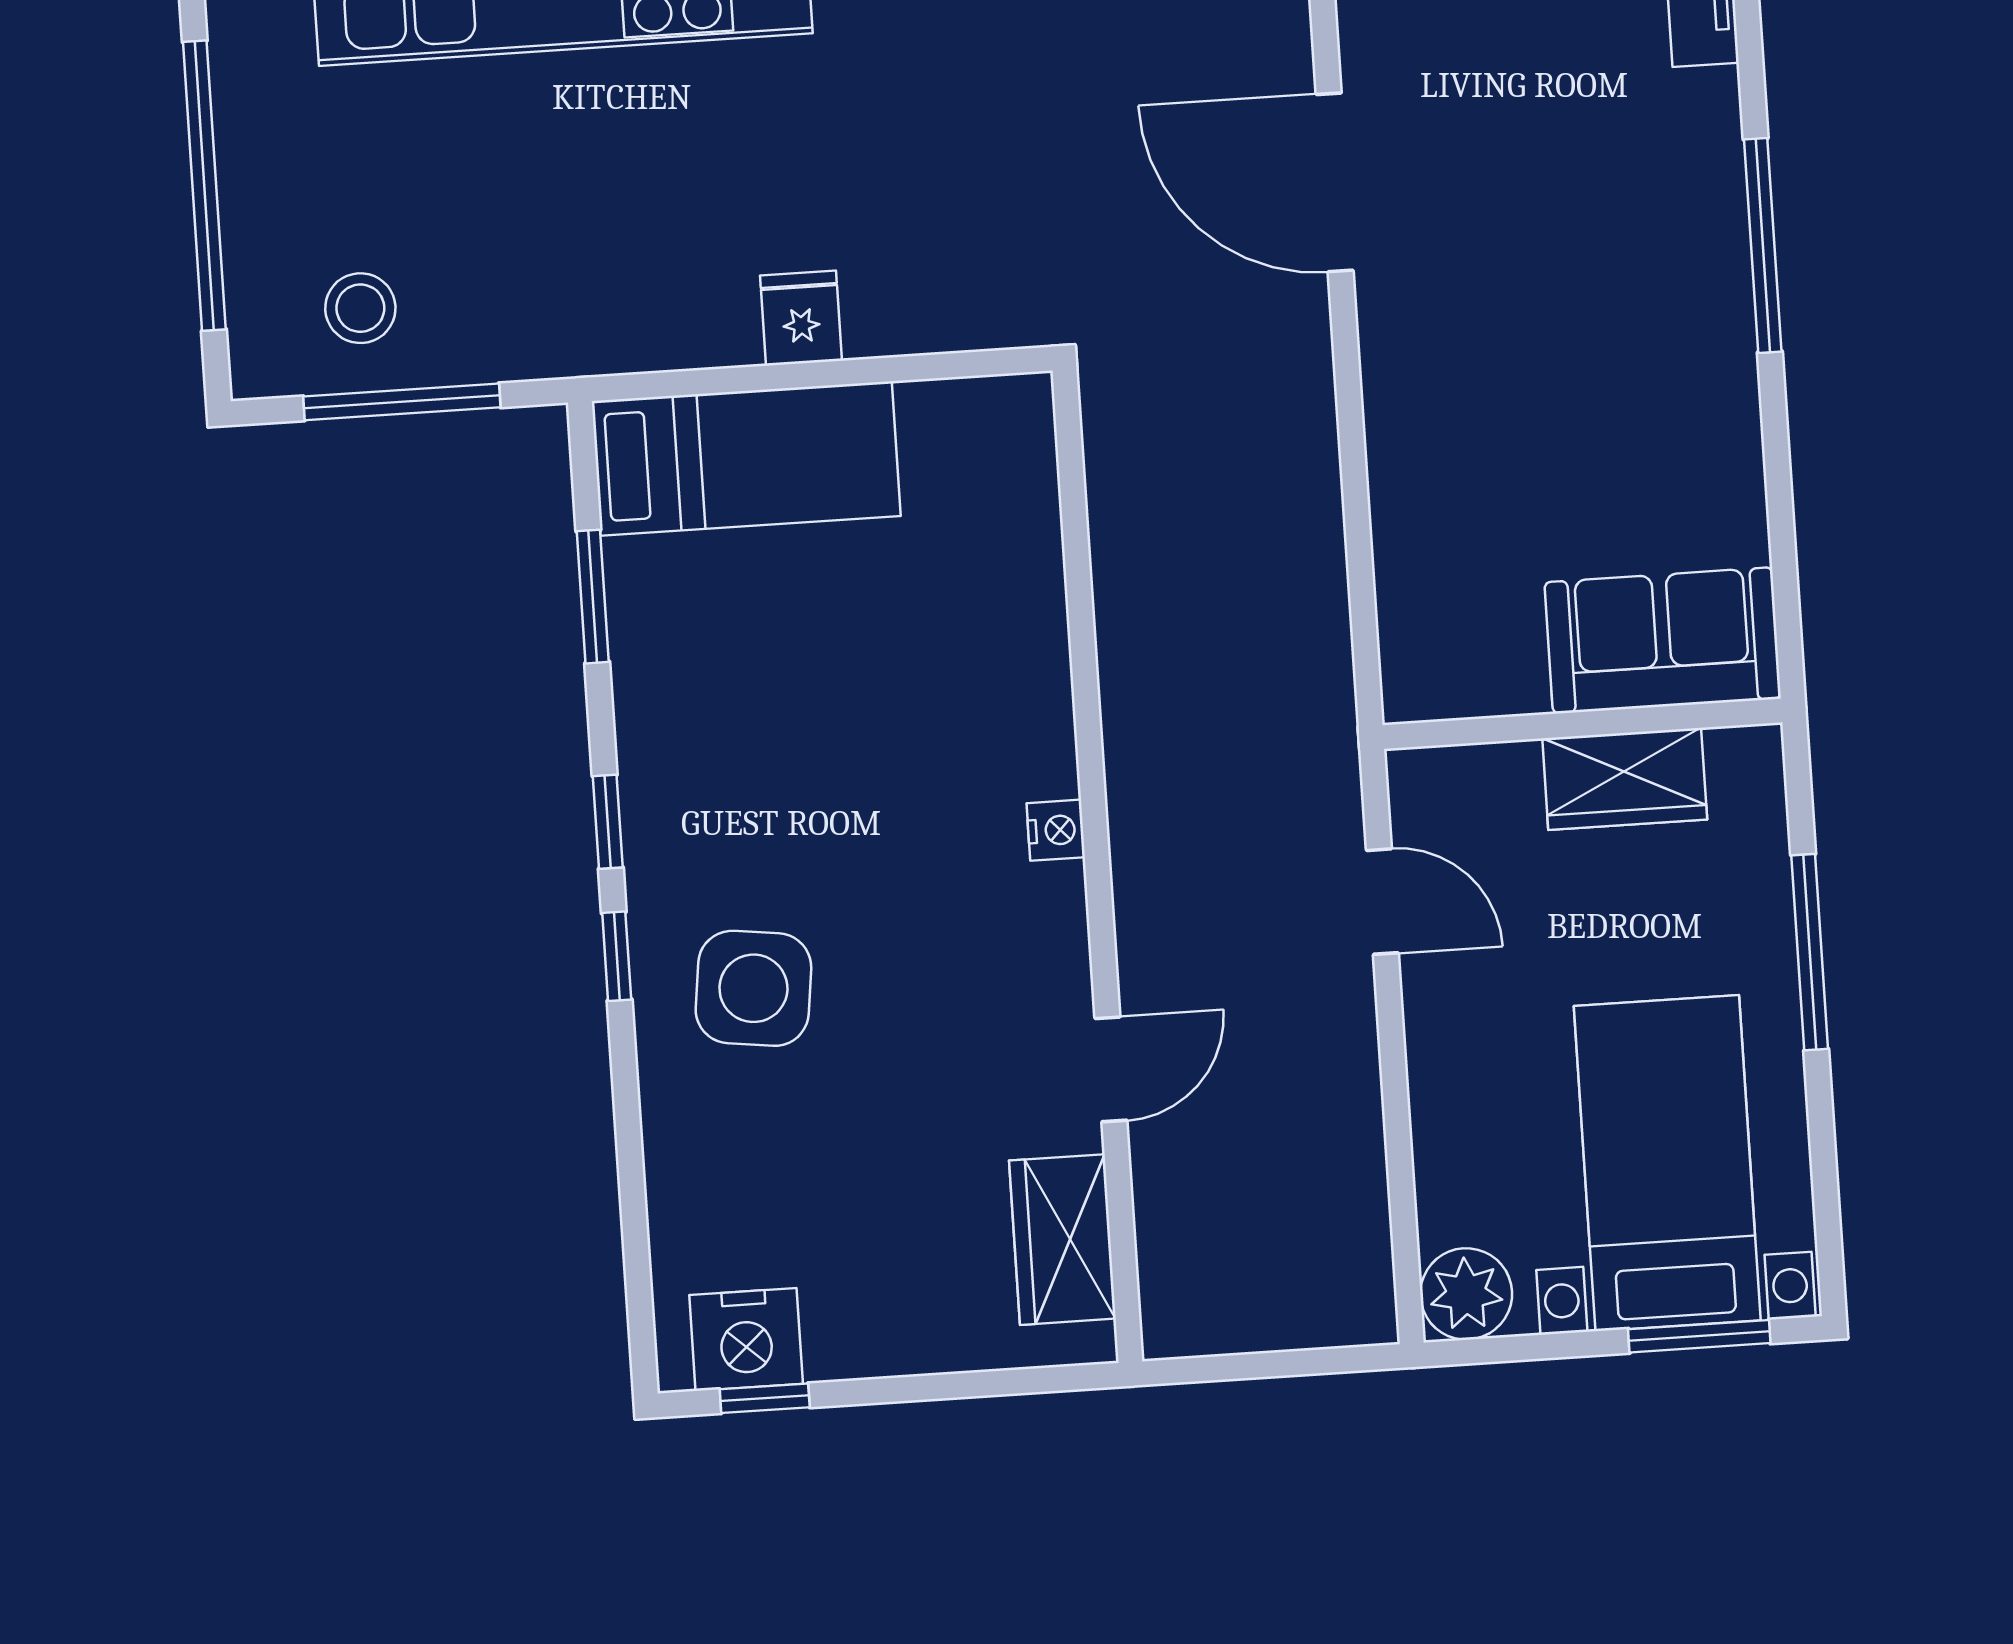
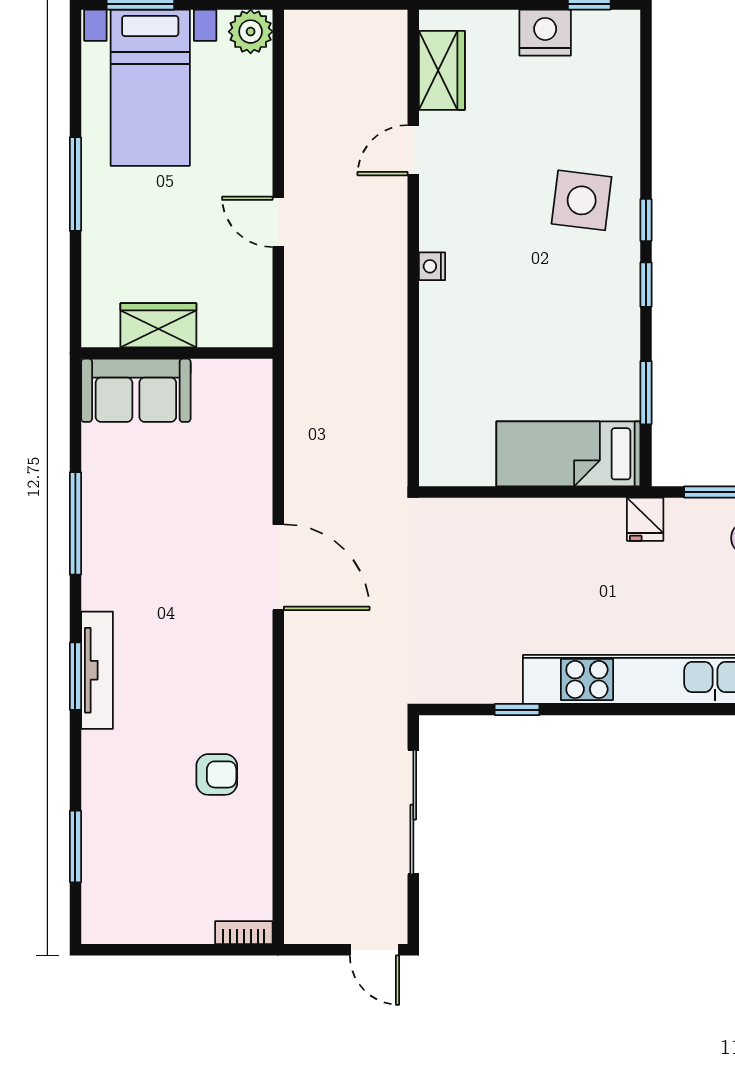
fridge: (801, 318) -> (645, 519), moved
sofa: (1663, 640) -> (136, 390), moved
wall: (1583, 724) -> (177, 353), moved
wardrobe: (1625, 779) -> (158, 325), moved
nightstand: (746, 1339) -> (545, 33), moved

